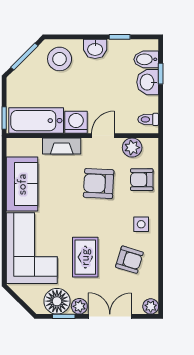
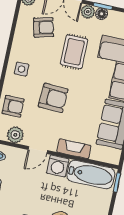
armchair: (99, 184) -> (53, 98), moved
armchair: (129, 260) -> (43, 27), moved, turned 149
floor lamp: (57, 301) -> (102, 14), width x0.53, depth x0.53

